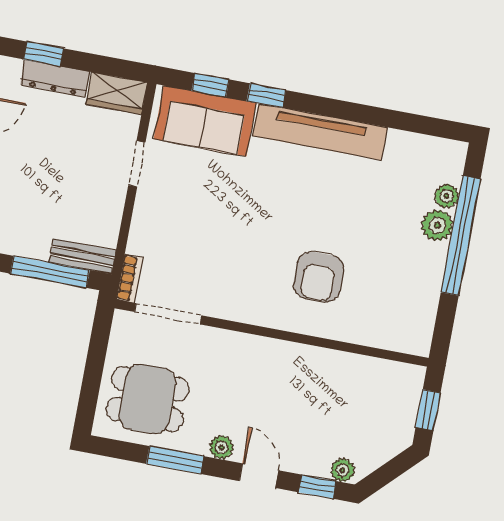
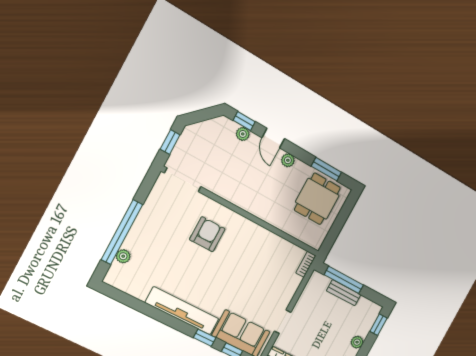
plant: (437, 225) -> (133, 242), removed
bench: (82, 256) -> (344, 293), moved
doorway: (168, 314) -> (183, 180), moved
dining table: (147, 399) -> (317, 199), turned 90
window: (175, 460) -> (326, 169), moved
plant: (343, 470) -> (243, 134), moved

